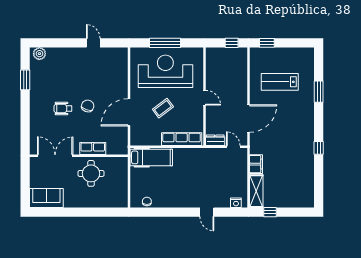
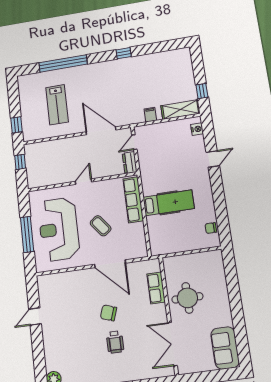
window: (319, 92) -> (63, 63), width x2.11
row of seats: (93, 148) -> (156, 288), moved
hospital bed: (151, 157) -> (169, 203), moved, turned 90
filing cabinet: (256, 164) -> (150, 115), width x0.50

